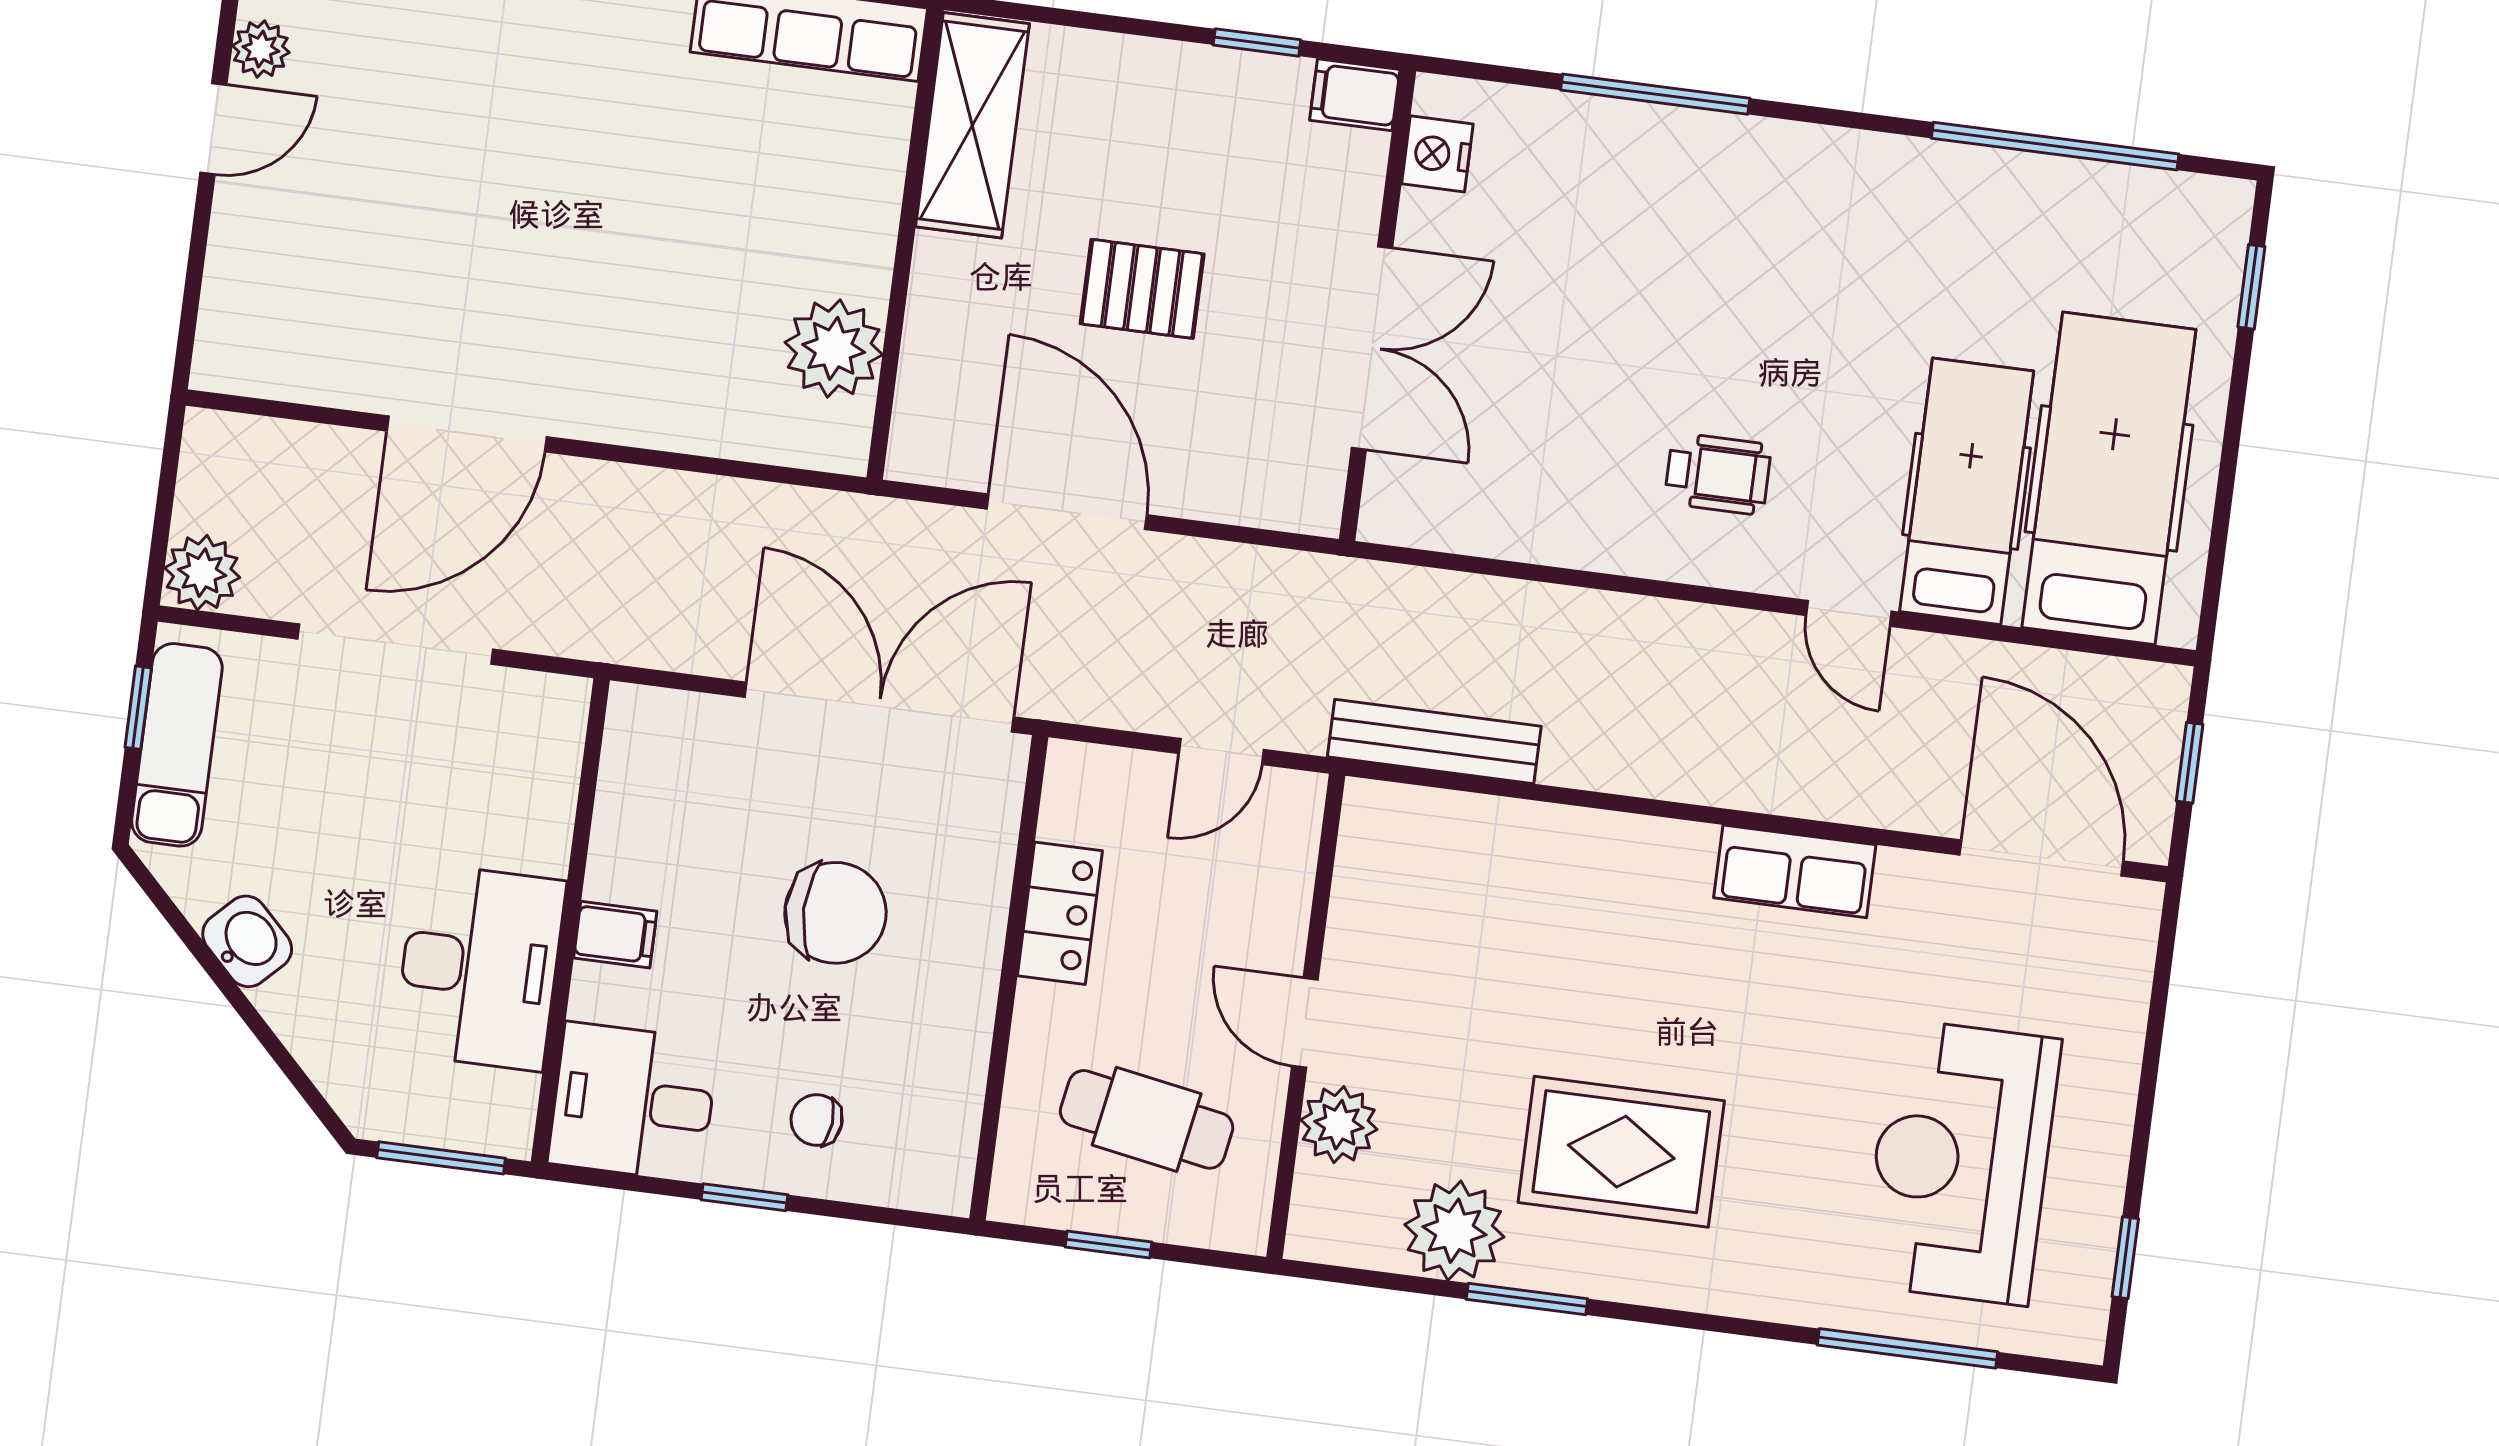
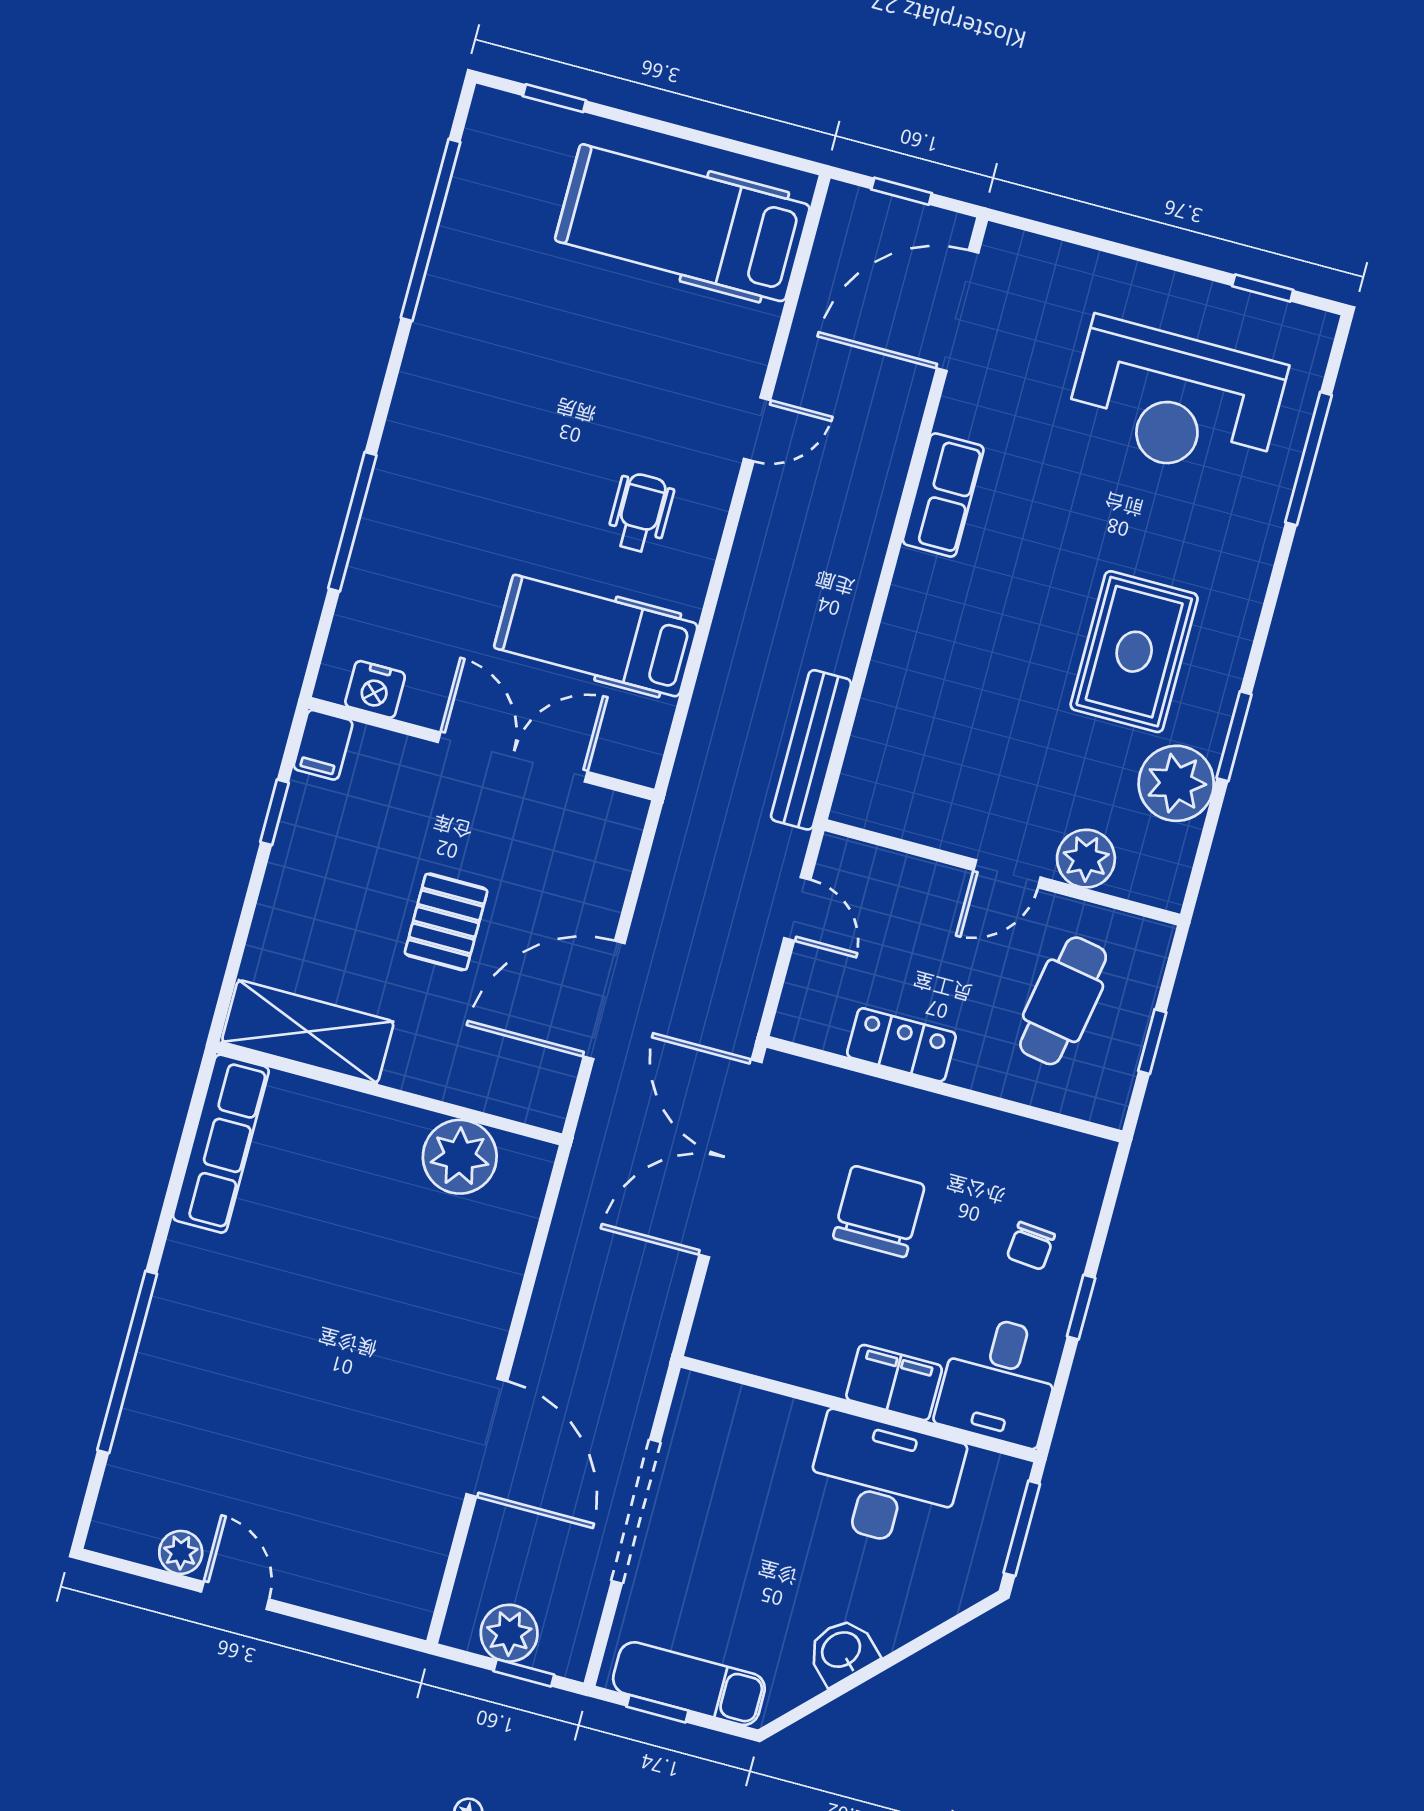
hospital bed: (1967, 491) -> (596, 636), moved
window: (162, 524) -> (524, 1673), added
plant: (202, 573) -> (509, 1633), moved
filing cabinet: (615, 935) -> (894, 1383), width x2.00

